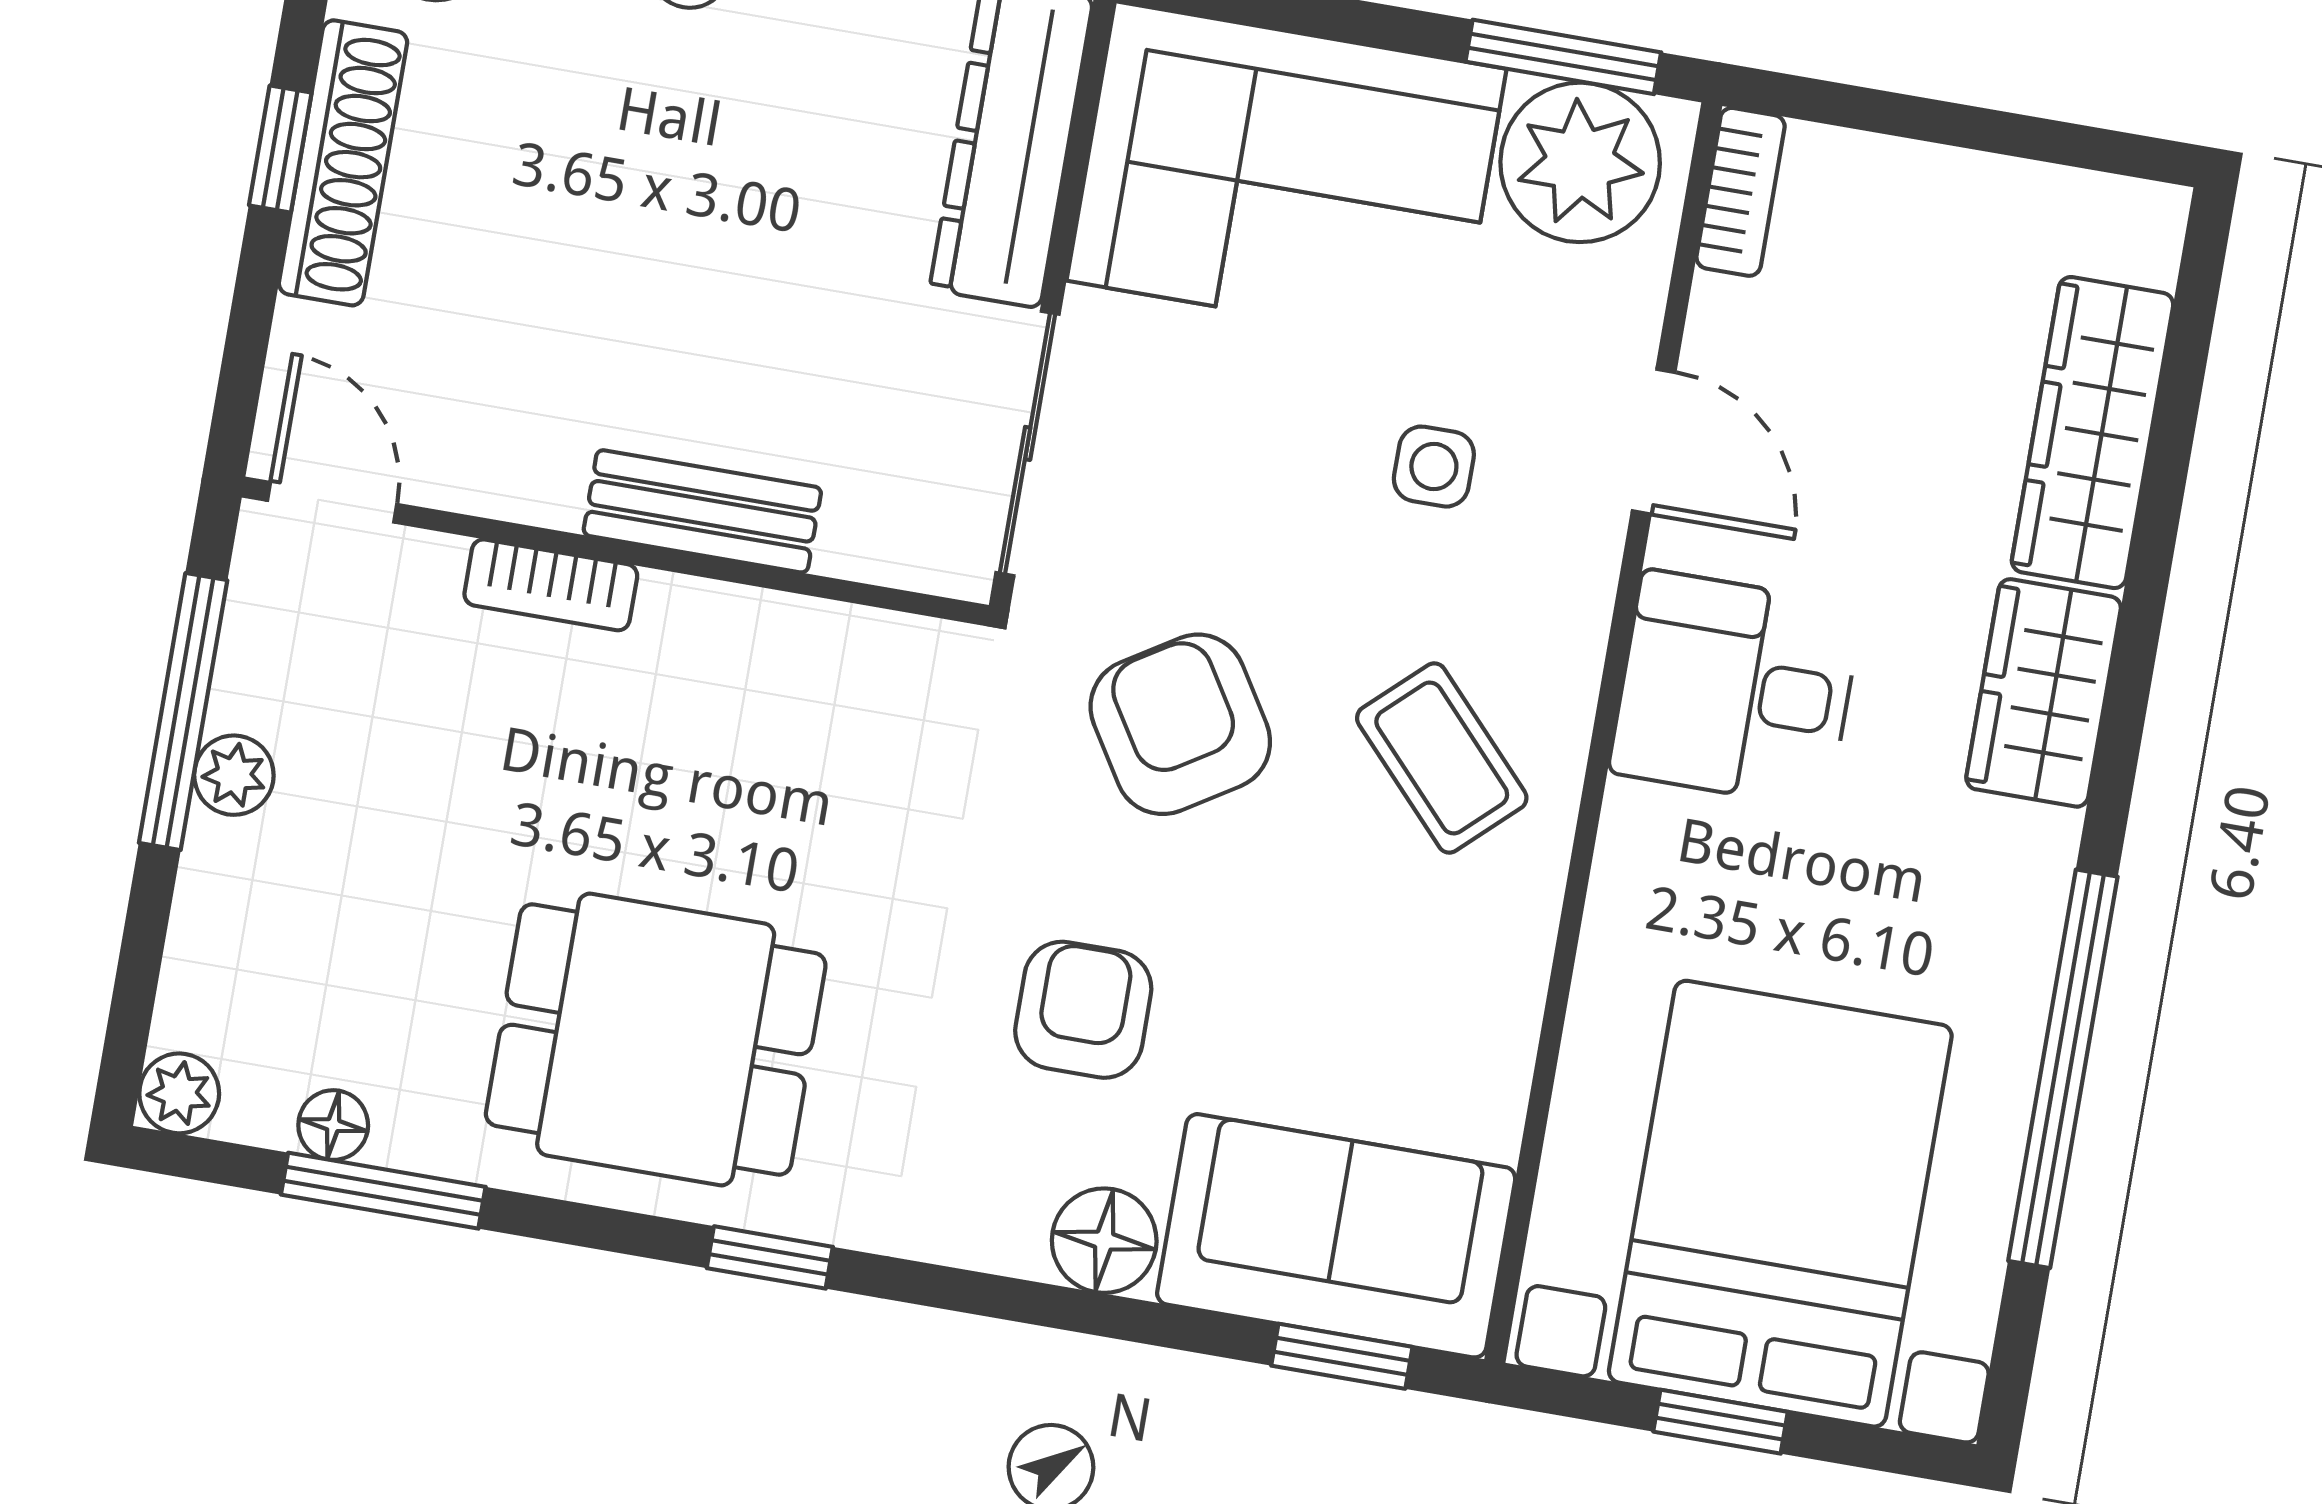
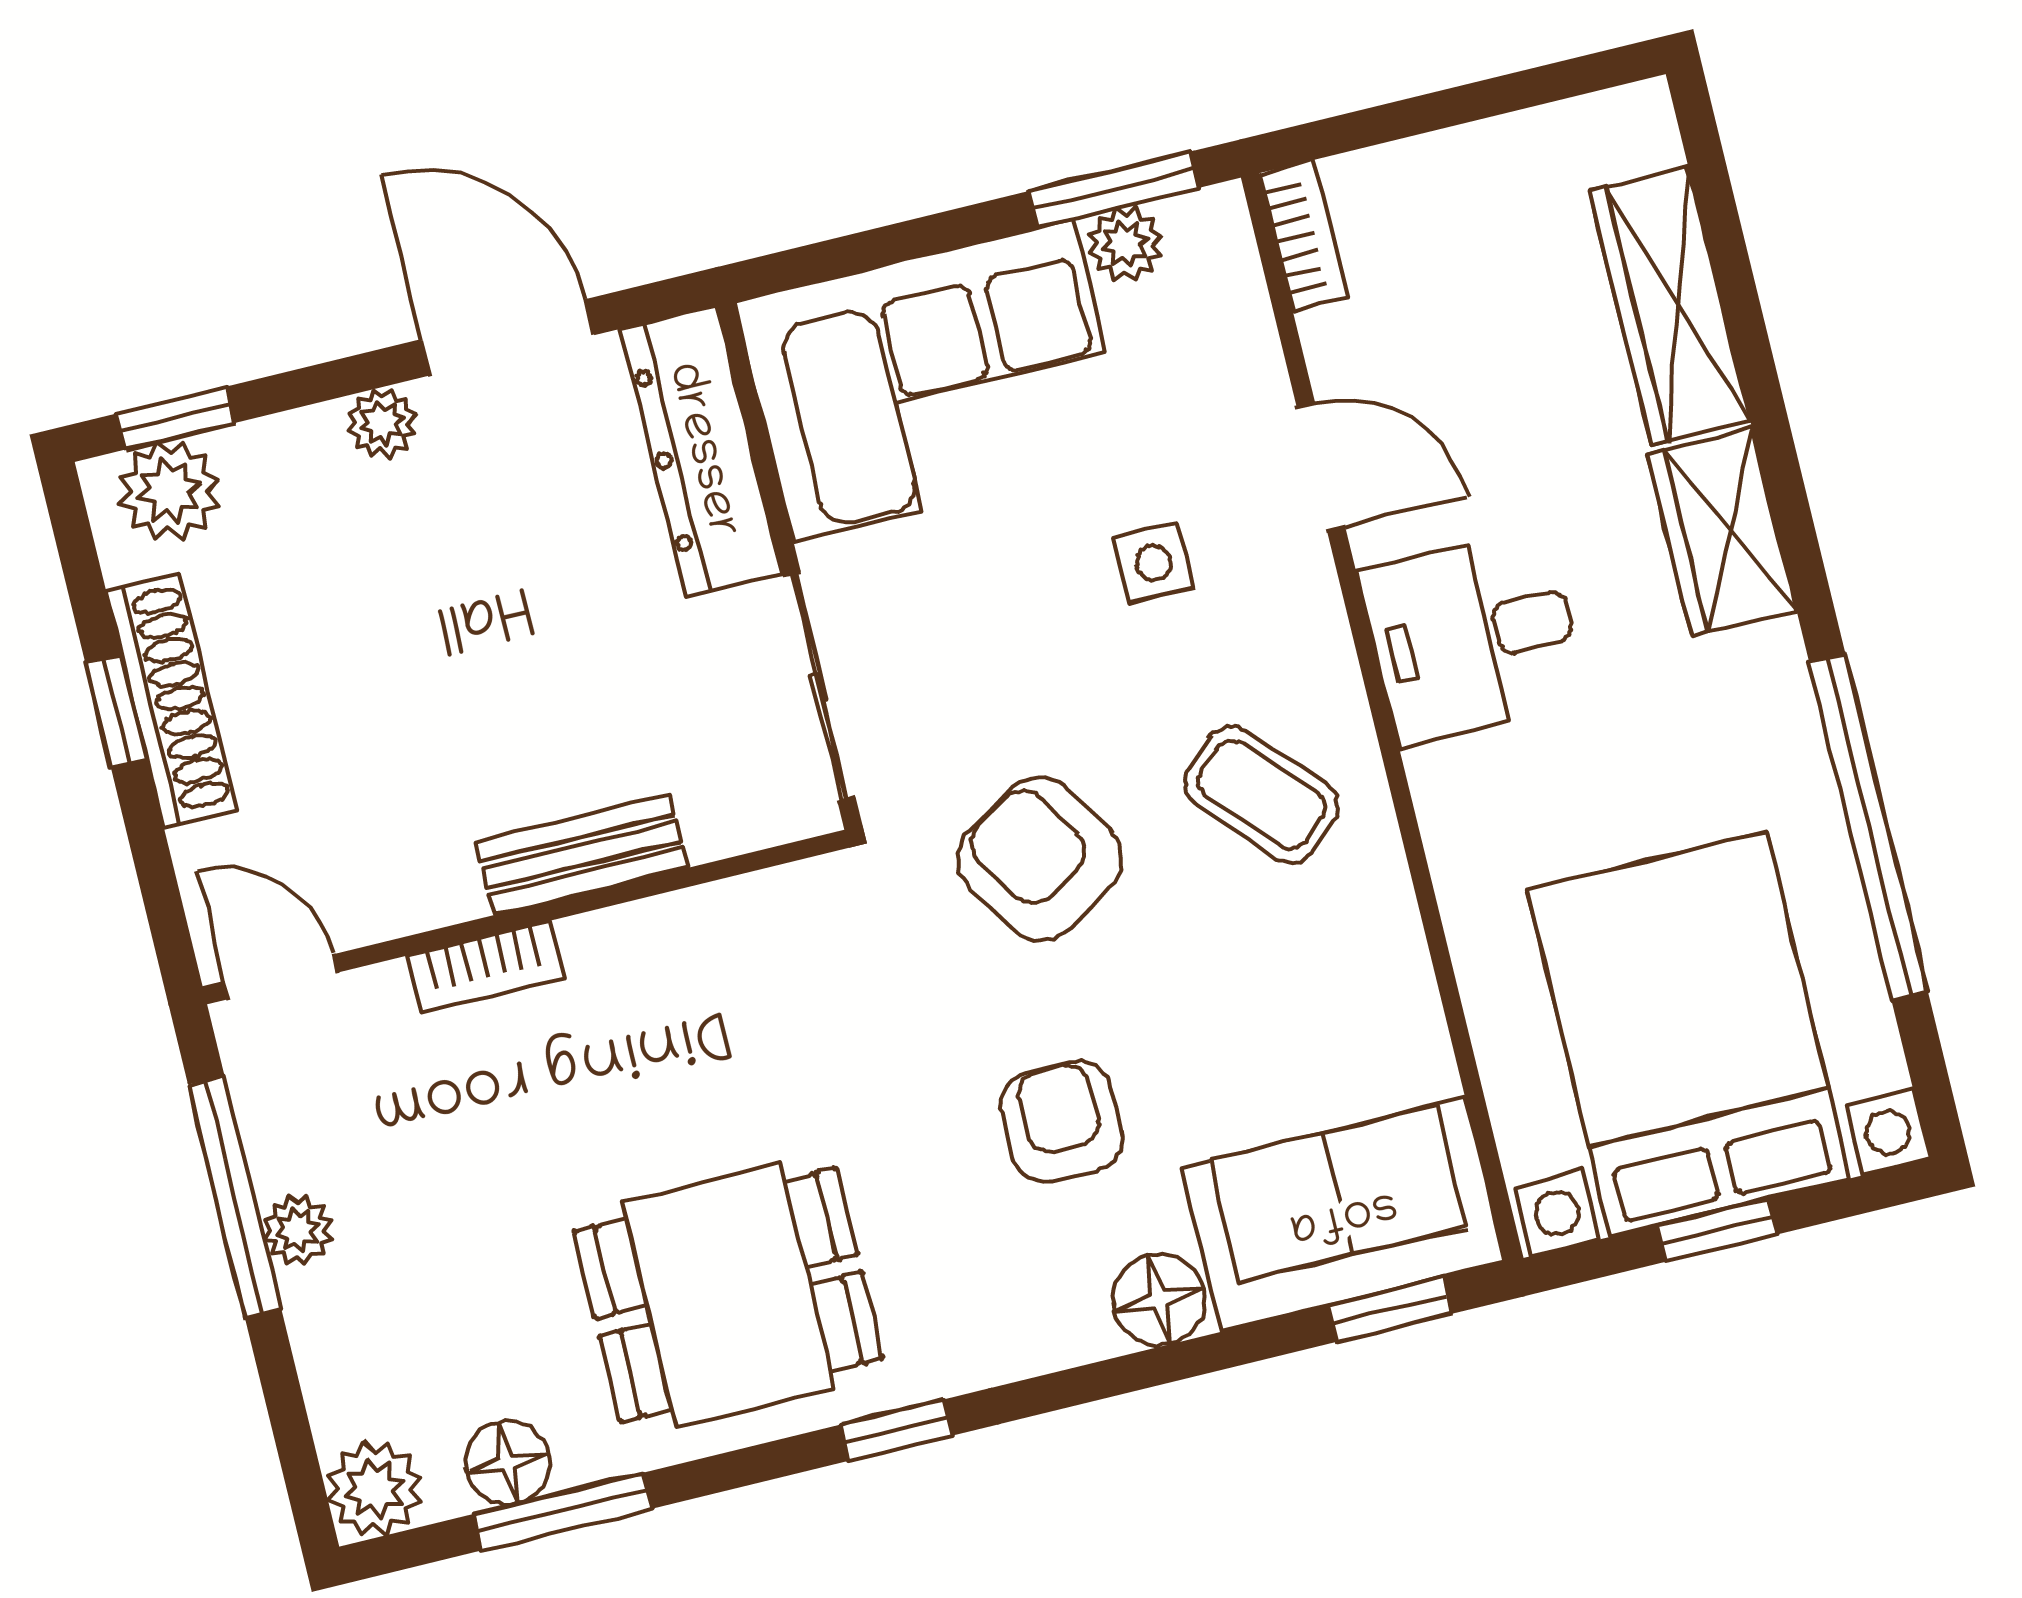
plant: (1580, 162) -> (1125, 244), width x0.53, depth x0.53
plant: (179, 1093) -> (374, 1489), width x1.38, depth x1.38
floor lamp: (333, 1125) -> (508, 1463), width x1.37, depth x1.37

